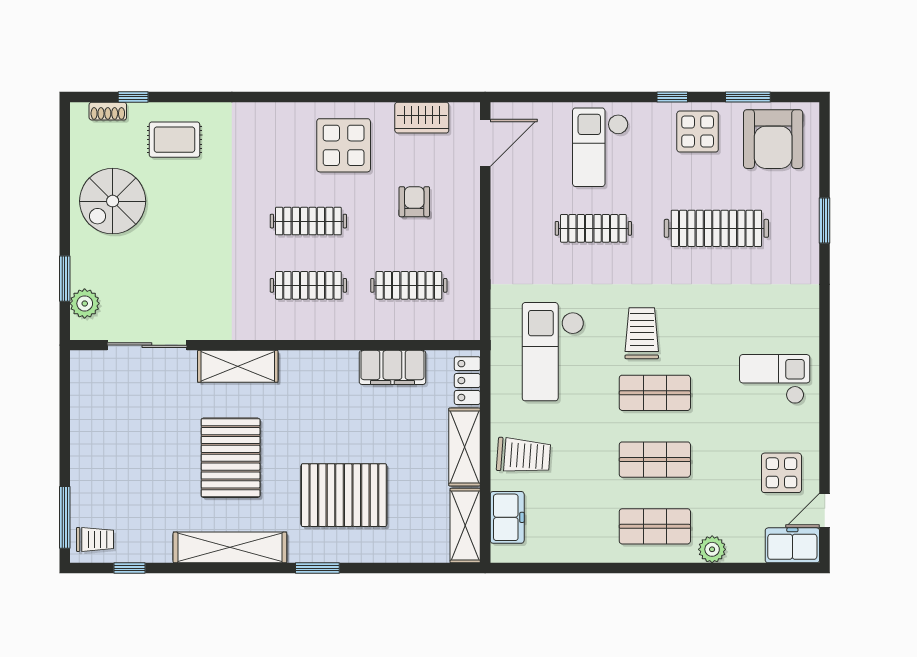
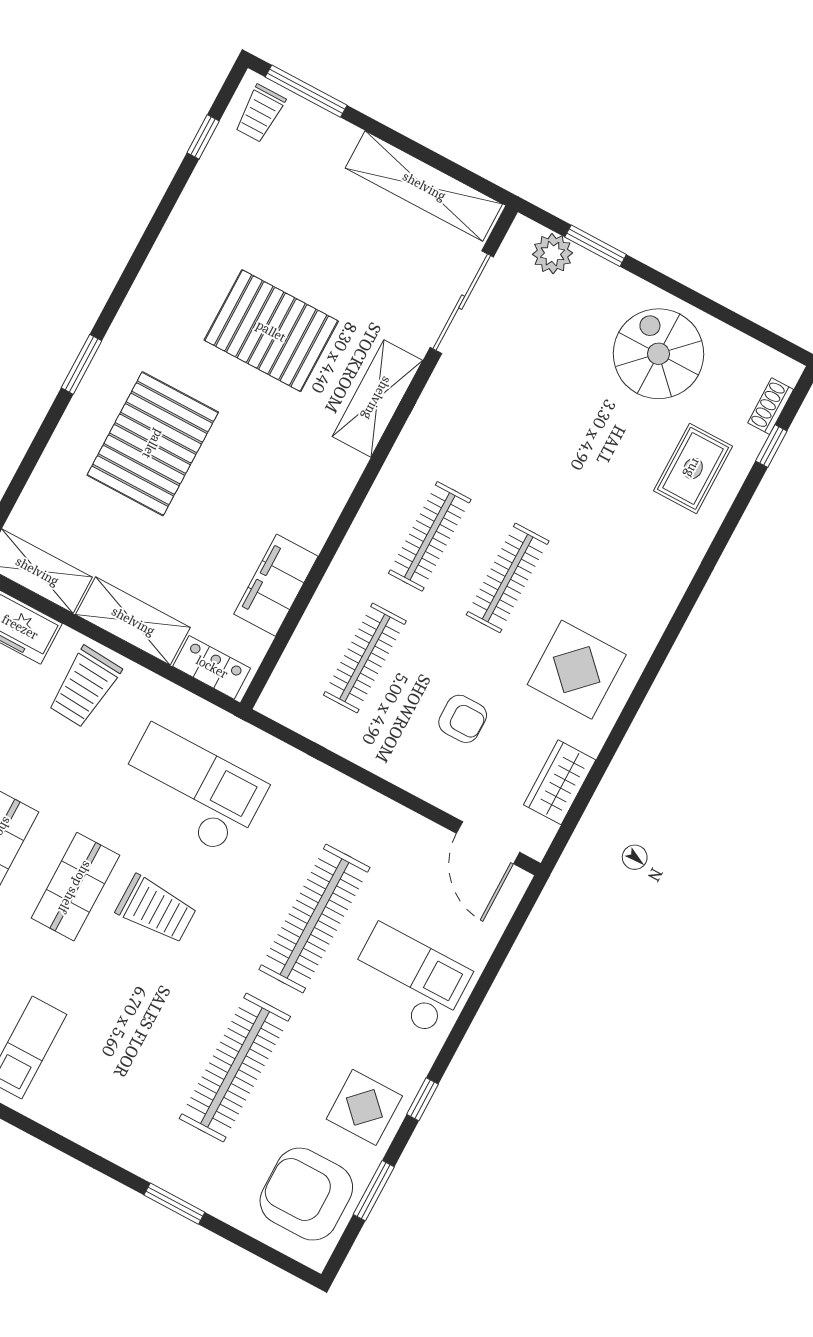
clothes rail: (593, 228) -> (314, 919), width x1.37, depth x1.31
shelving: (230, 547) -> (424, 186), moved, turned 90

